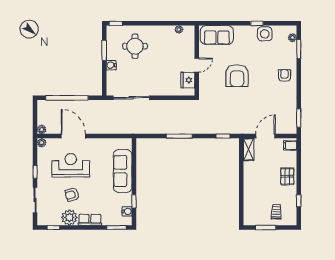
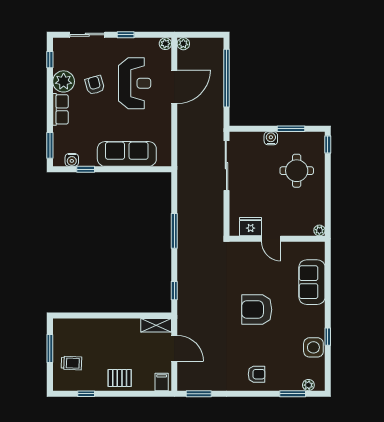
wall: (197, 61) -> (277, 239), moved
door: (197, 65) -> (271, 239), moved
fridge: (188, 80) -> (251, 227), moved

